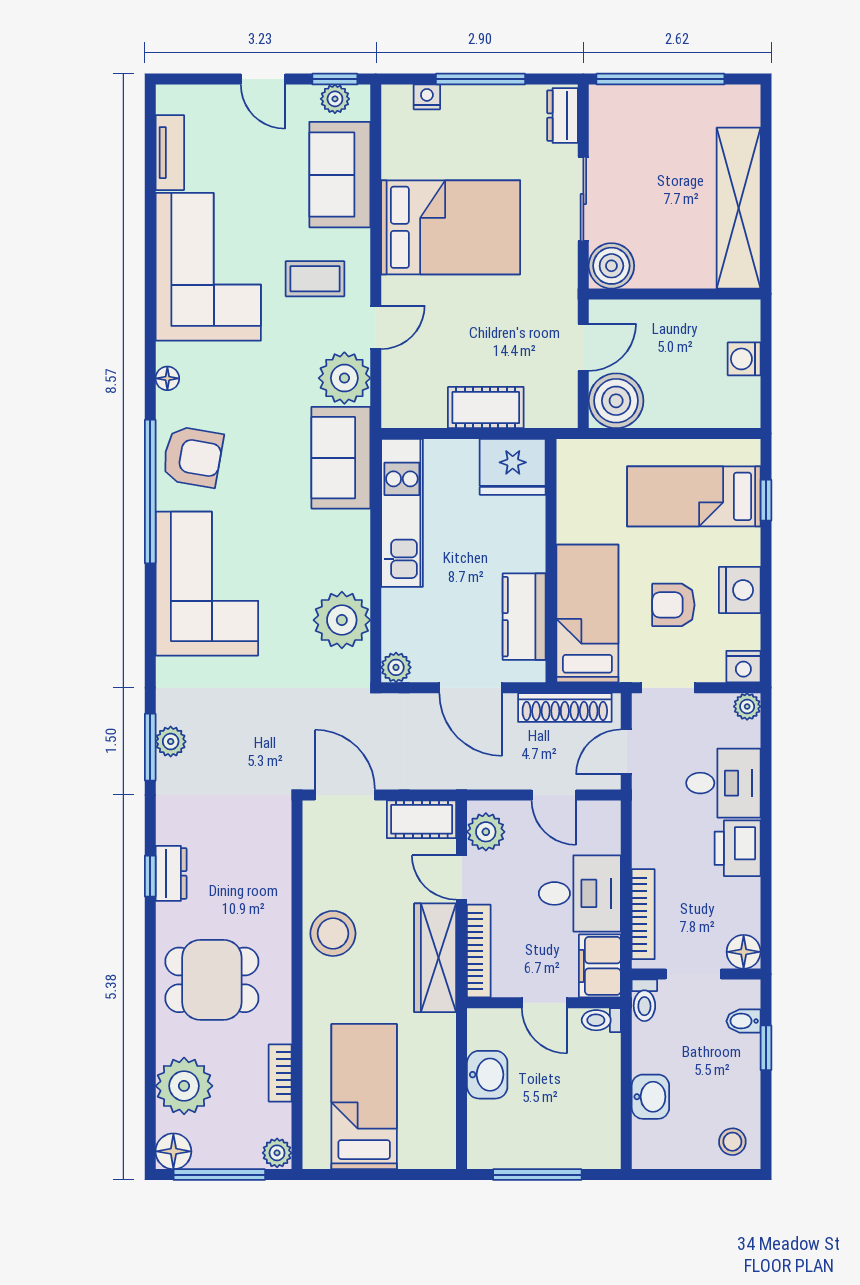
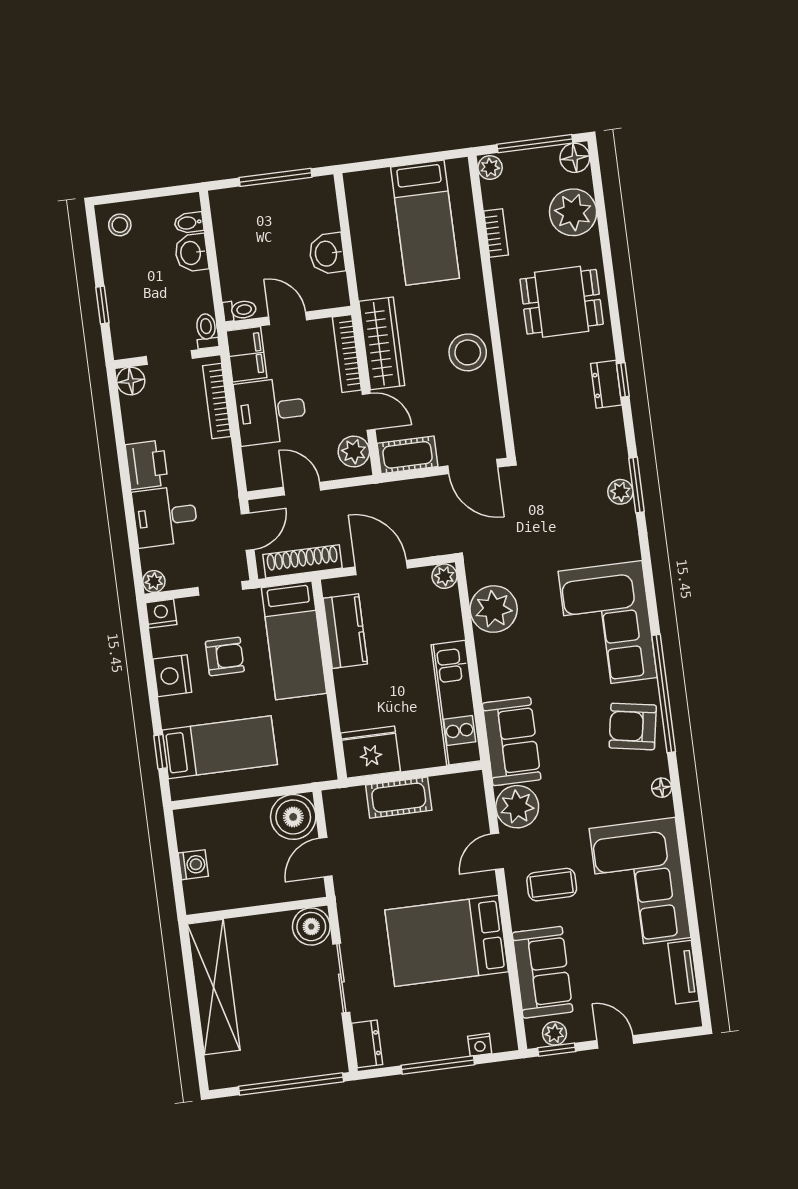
bidet: (743, 1021) -> (189, 223), moved, turned 180

